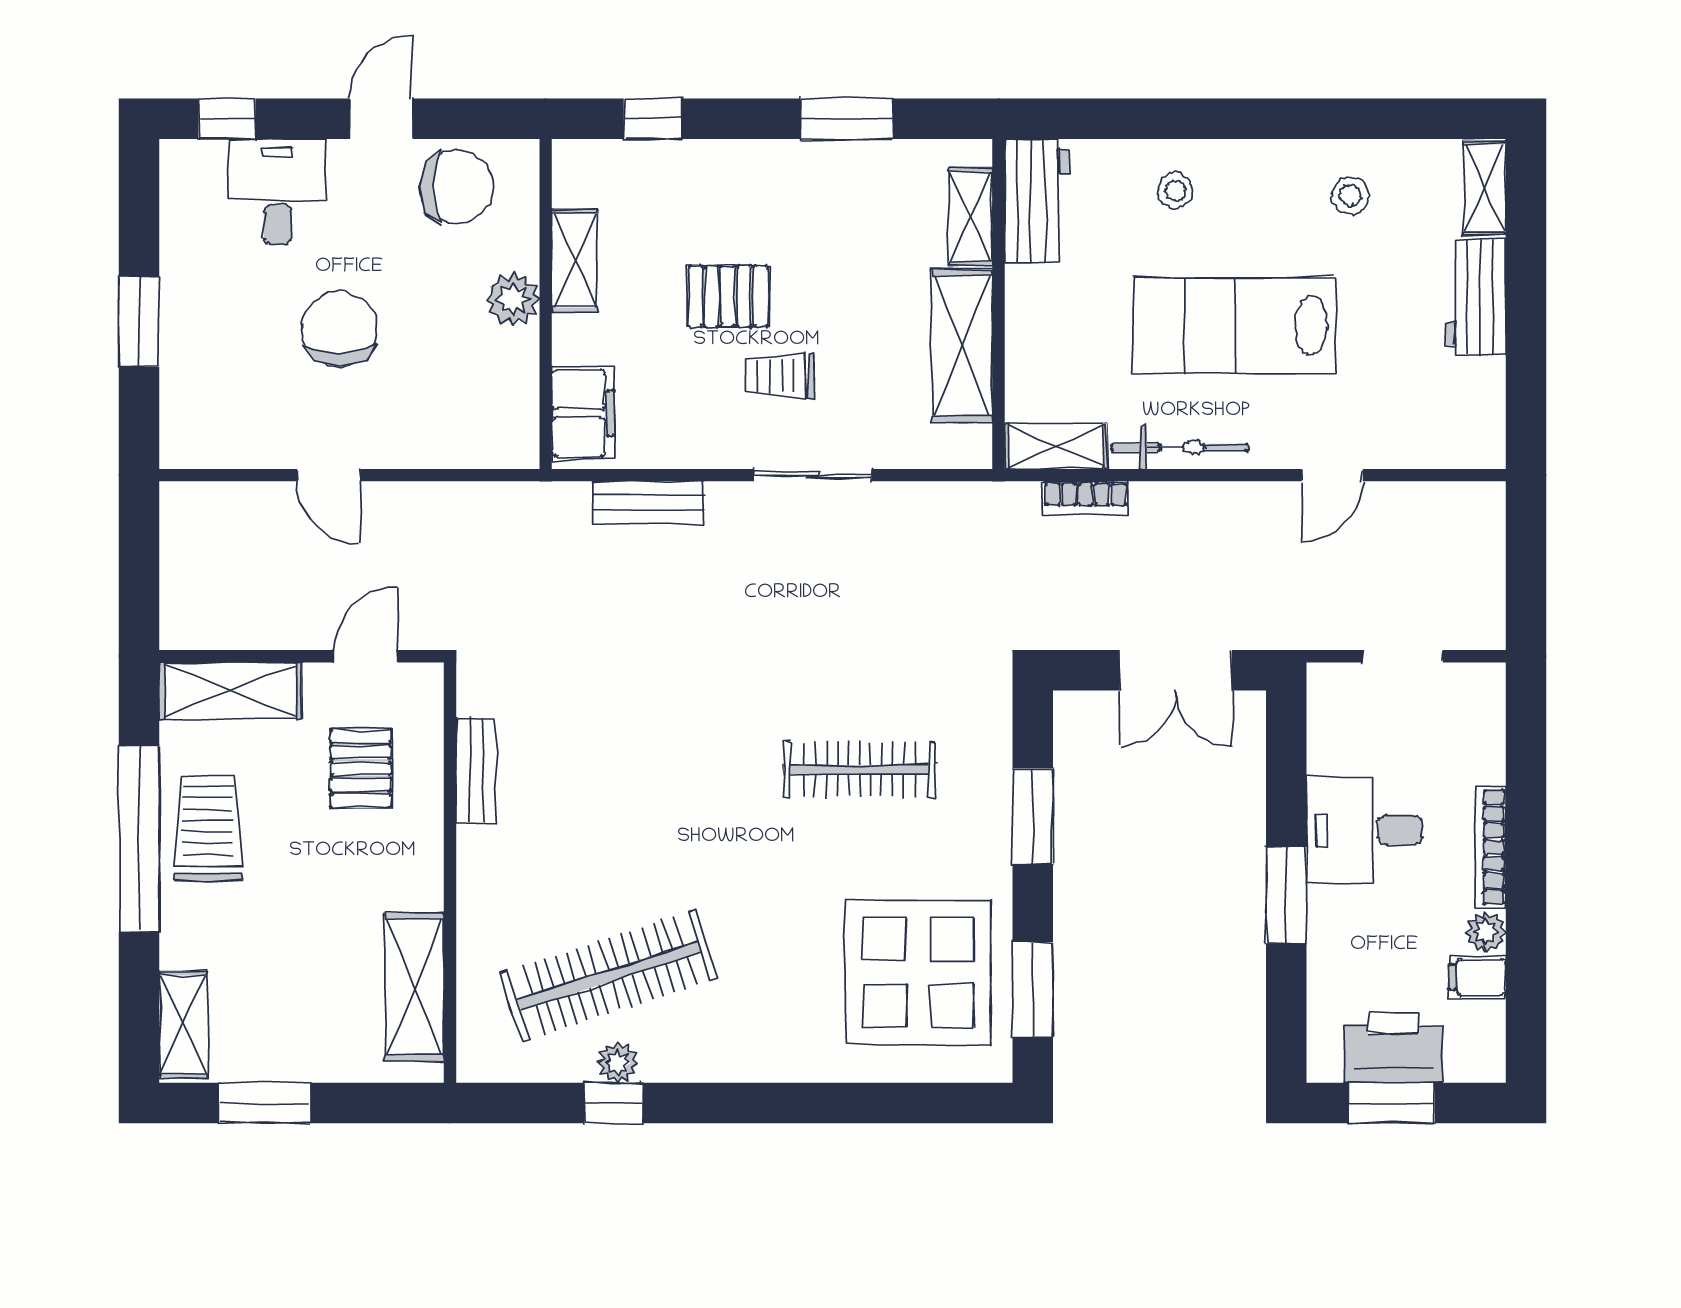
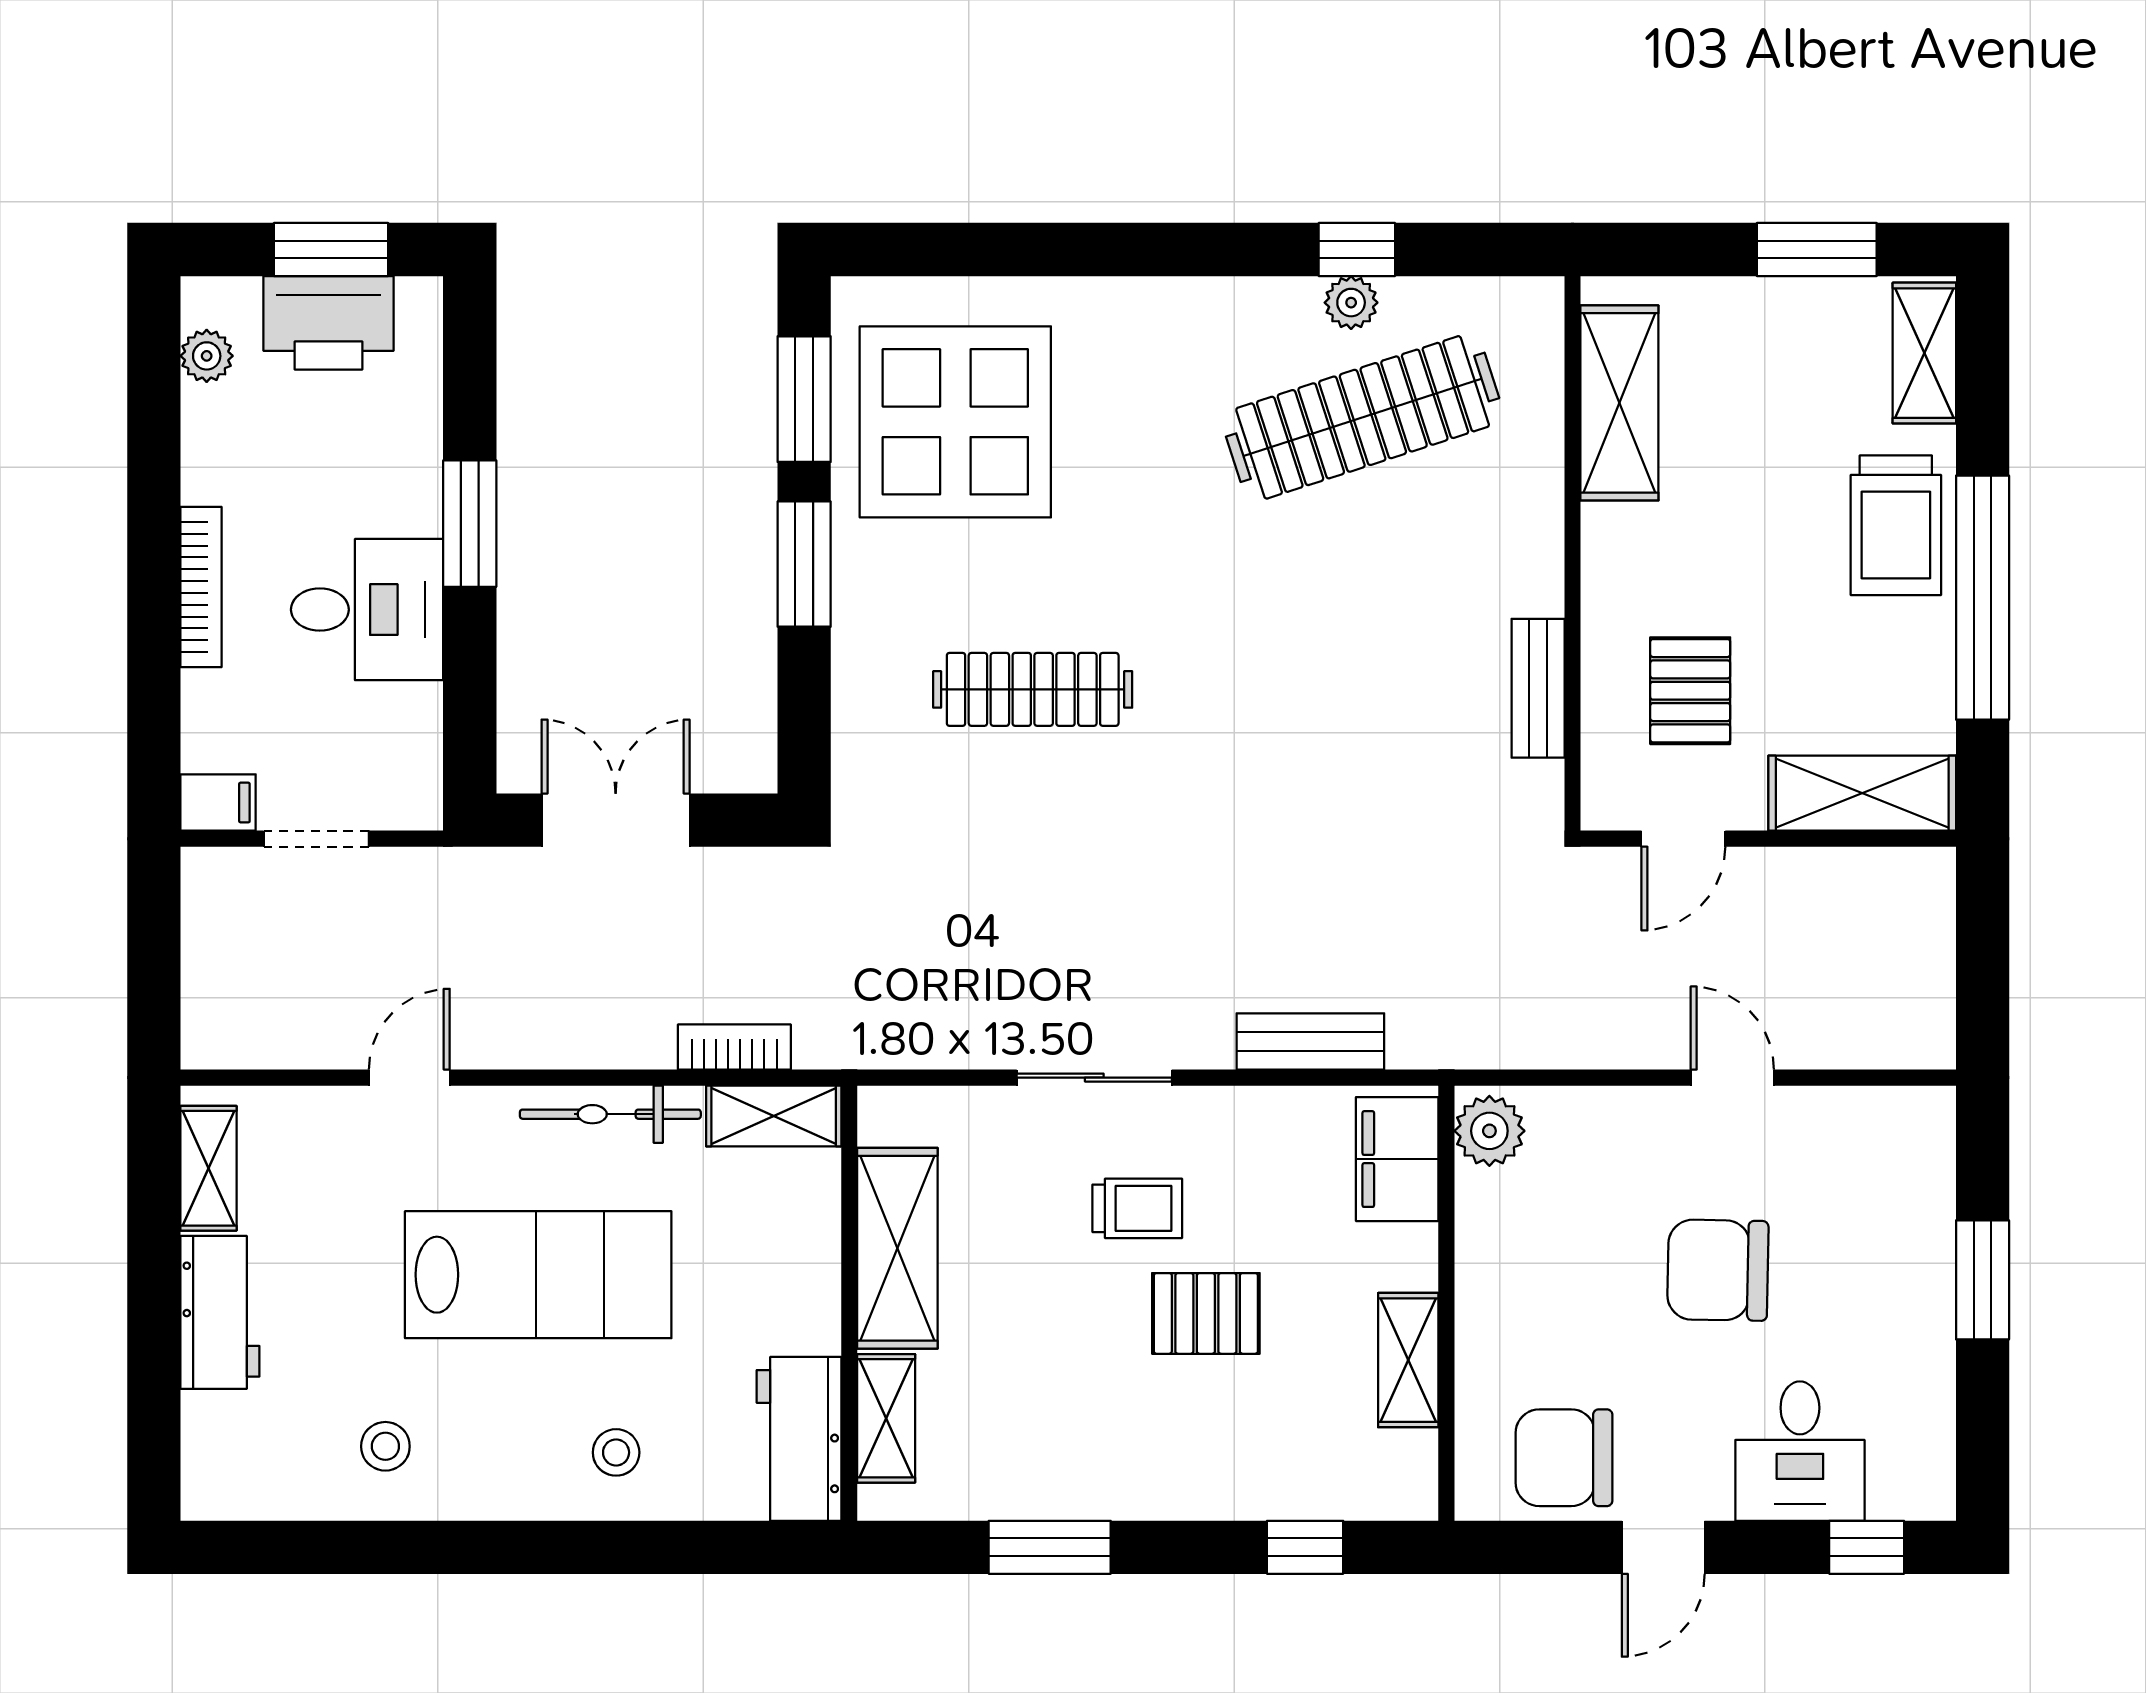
shelving: (1484, 188) -> (209, 1168), moved
plant: (513, 299) -> (1489, 1131), moved
chair: (340, 329) -> (1718, 1270), turned 91
window: (1033, 816) -> (804, 564), moved
trolley: (208, 828) -> (1896, 525), moved
plant: (1486, 932) -> (207, 356), moved
filing cabinet: (1477, 977) -> (218, 803), moved

